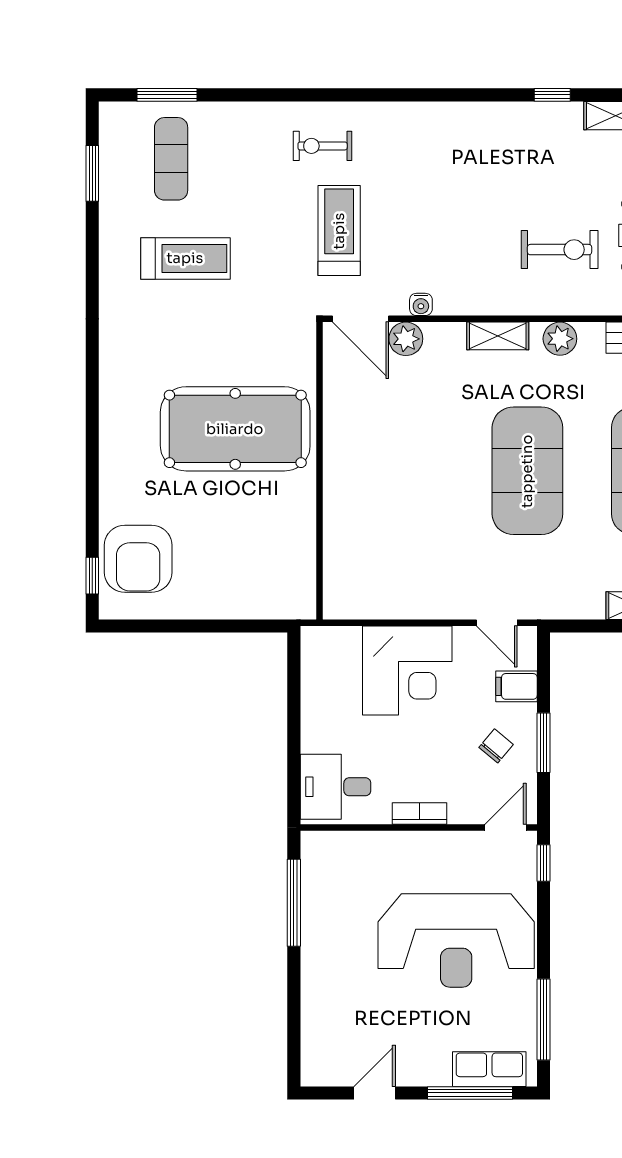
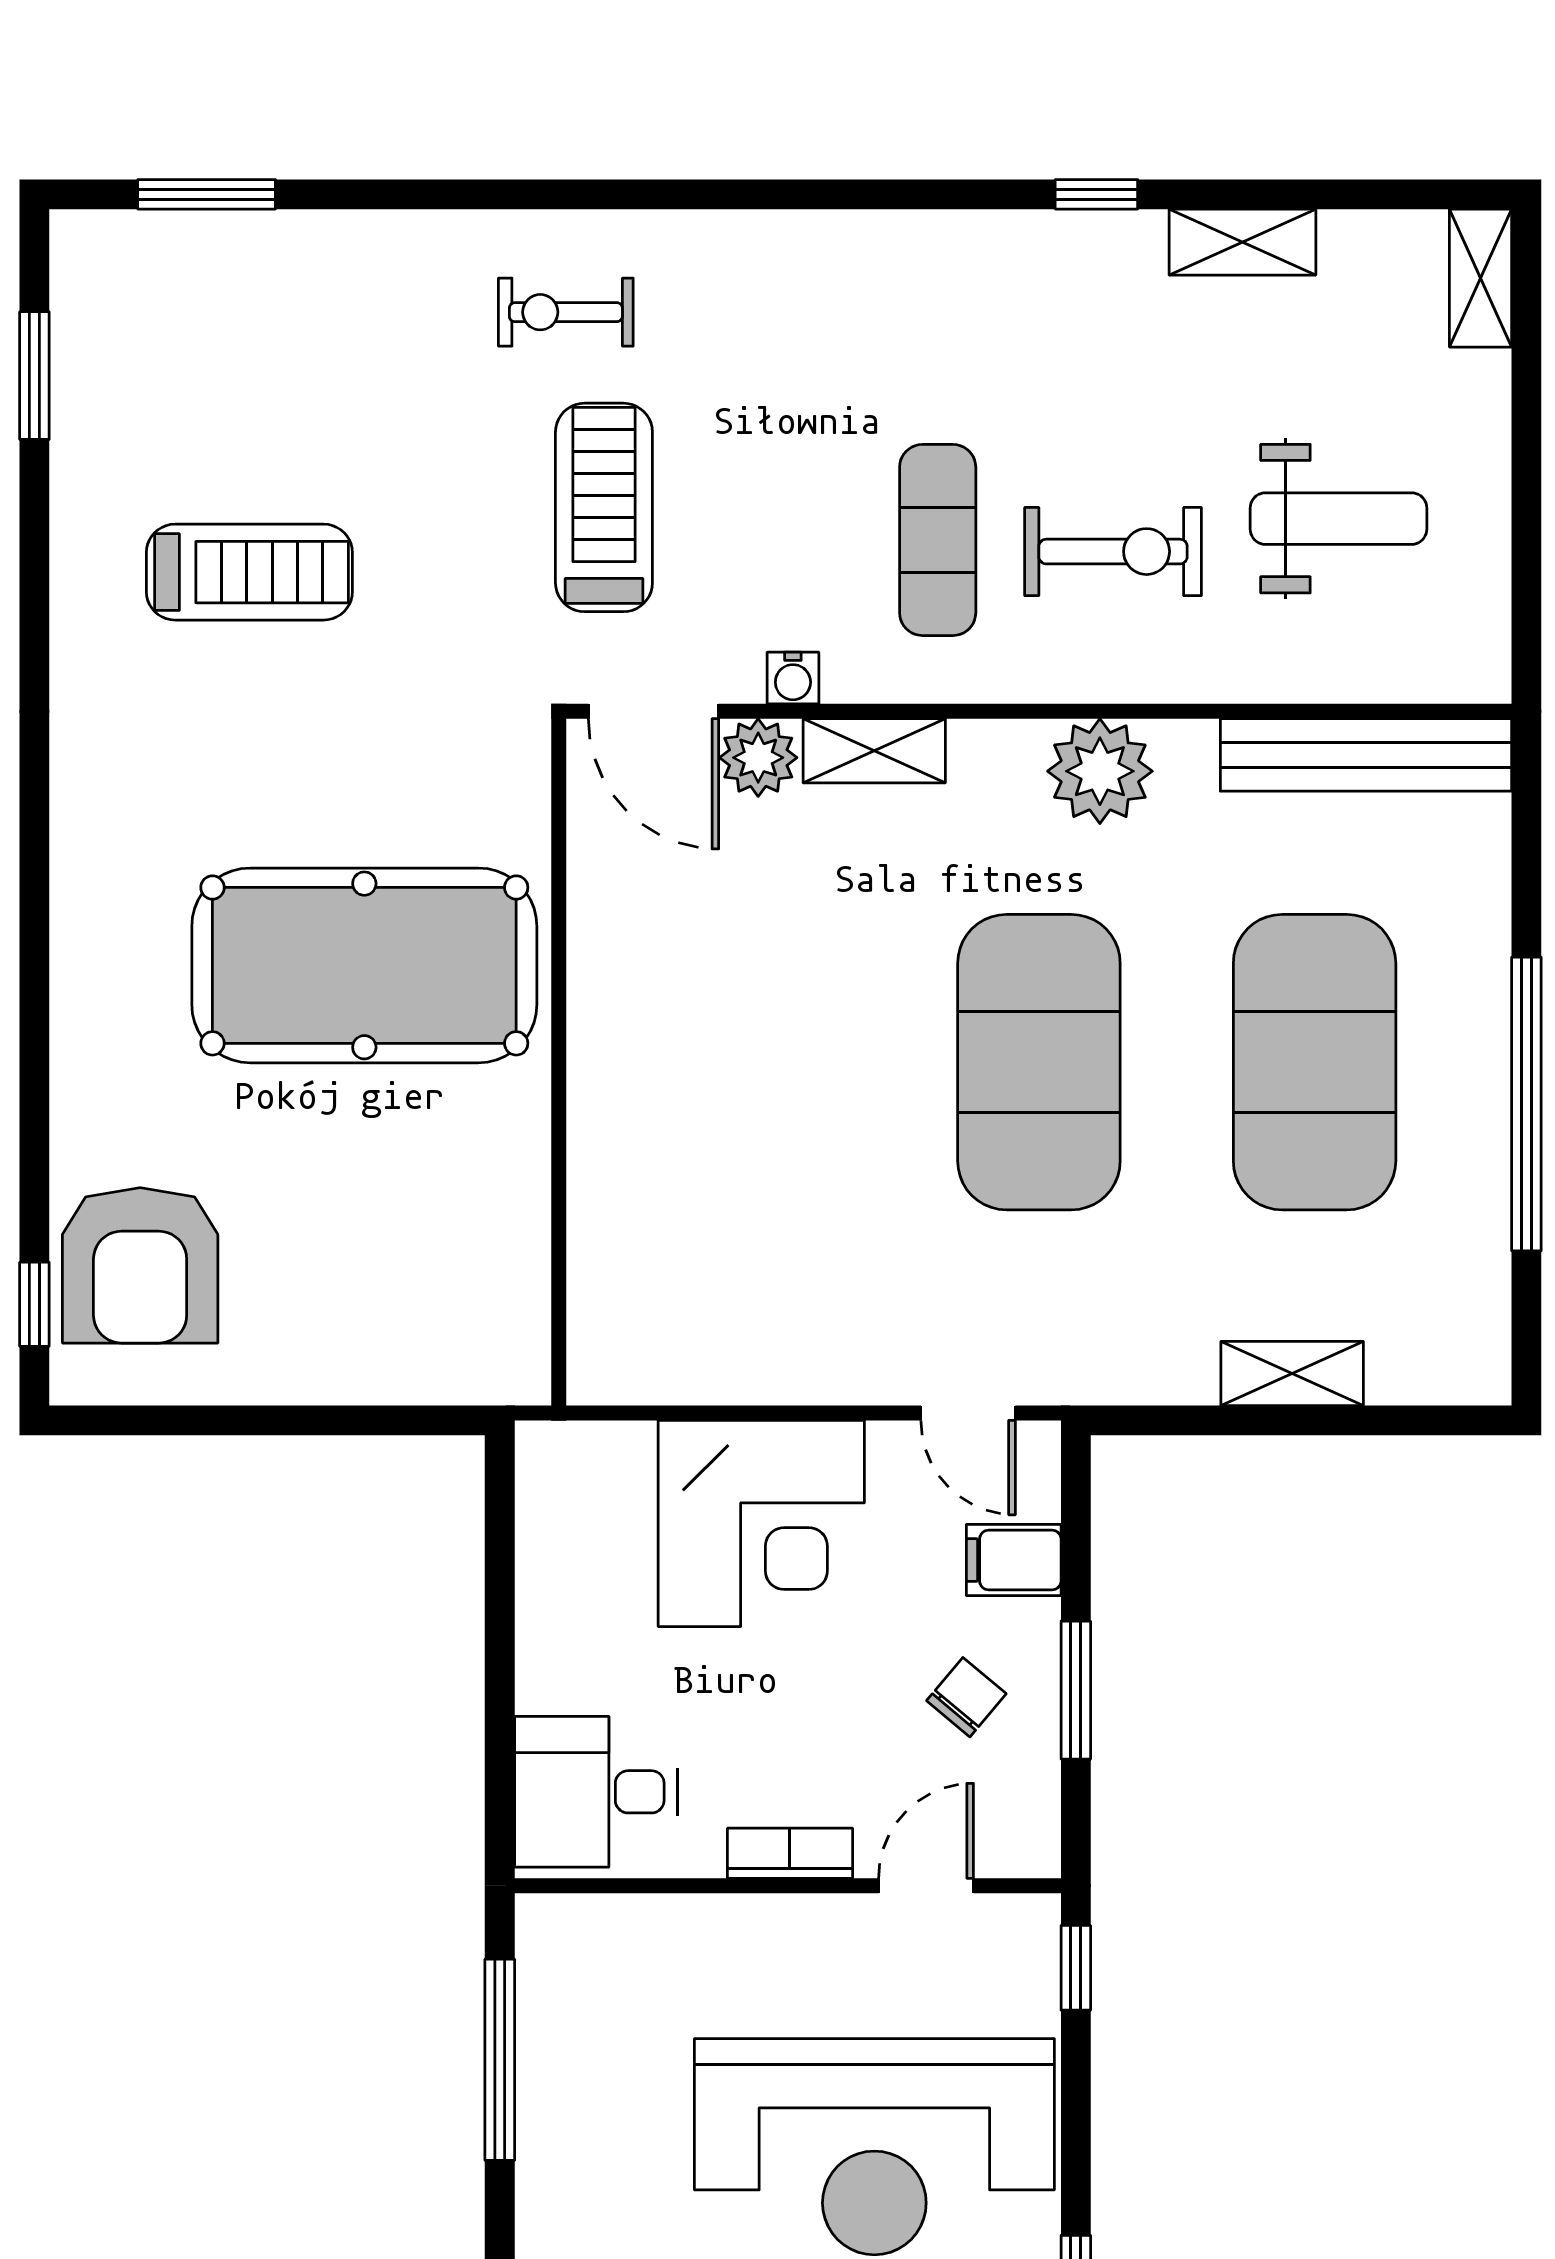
exercise mat: (171, 159) -> (938, 540), moved
shelving: (498, 336) -> (874, 751), moved
plant: (560, 339) -> (1100, 771), width x1.36, depth x1.36
door: (506, 827) -> (926, 1886), moved

